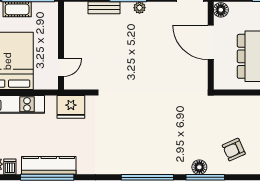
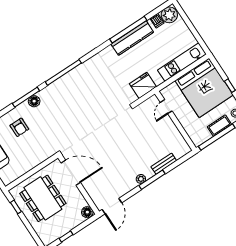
door: (211, 42) -> (71, 173), moved
armchair: (234, 150) -> (19, 127), turned 114

